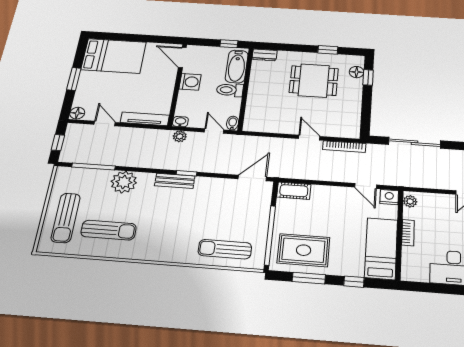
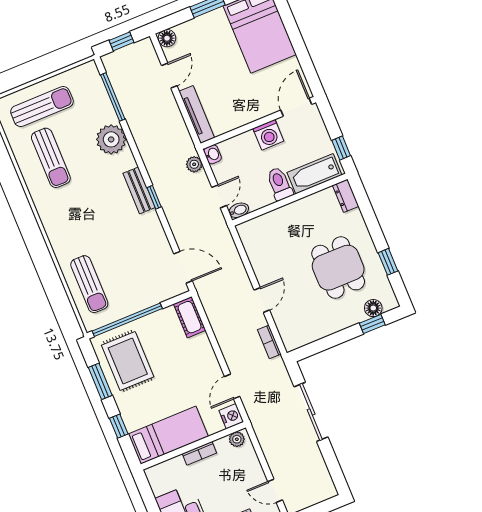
bookcase: (344, 147) -> (269, 342), width x0.64
sun lounger: (66, 218) -> (42, 107), turned 180
sun lounger: (225, 249) -> (89, 284), turned 180

